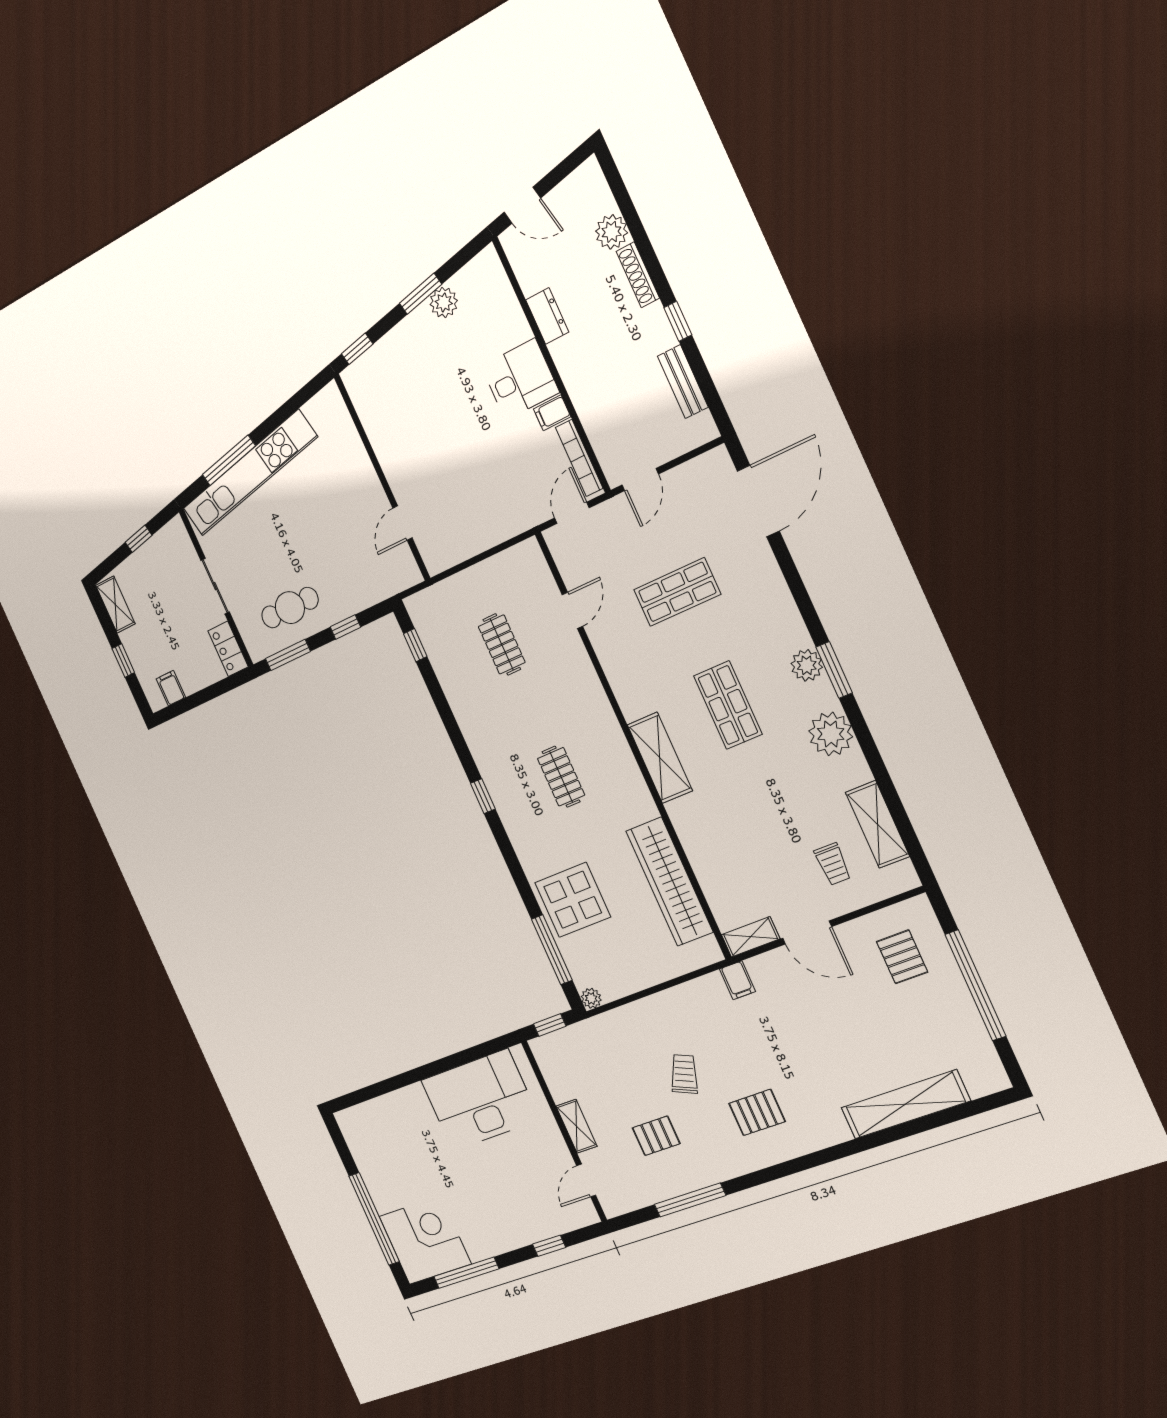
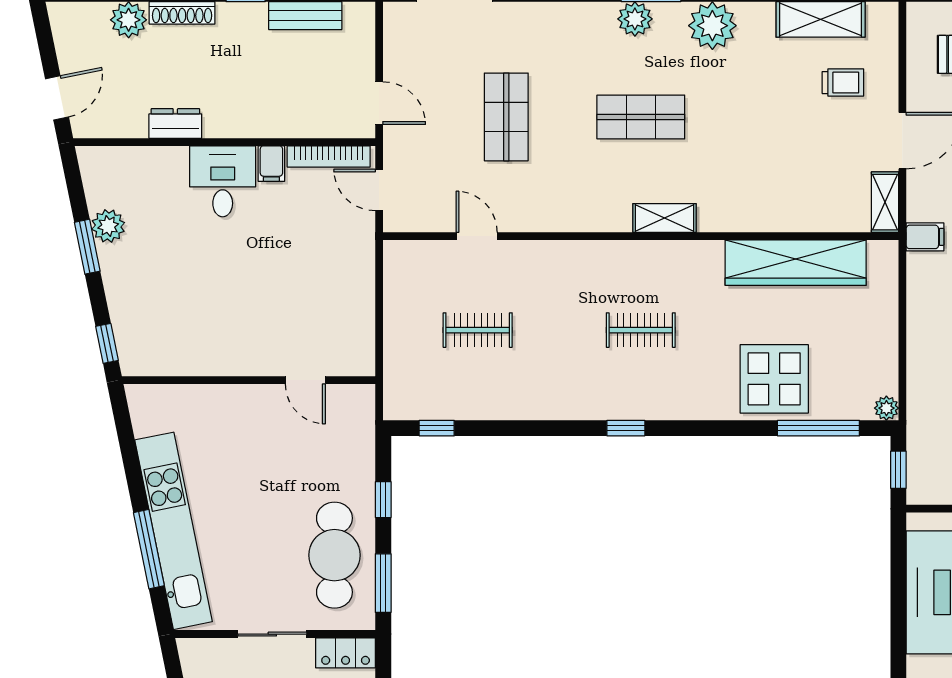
cafe table: (290, 608) -> (334, 555), width x1.37, depth x1.35
shelving: (660, 758) -> (664, 218), width x0.67, depth x0.75

